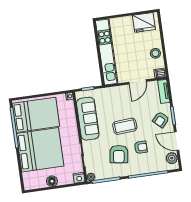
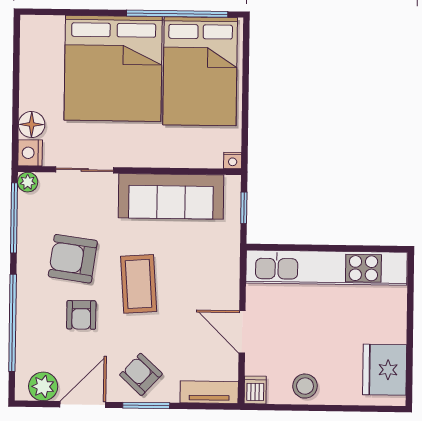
floor lamp: (52, 181) -> (32, 124), moved

